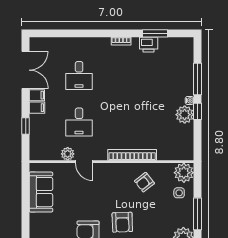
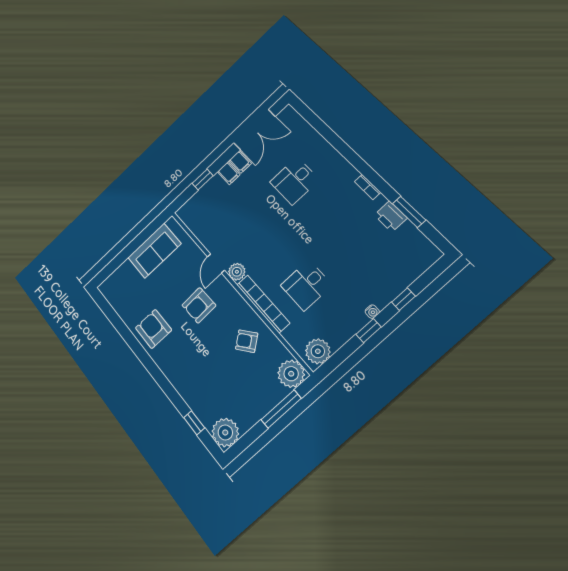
window: (197, 79) -> (403, 299), width x0.46
plant: (185, 115) -> (318, 351), moved
desk: (79, 122) -> (306, 285), moved
plant: (68, 154) -> (237, 272), moved
side table: (179, 193) -> (266, 387), removed
window: (197, 214) -> (281, 409), moved
armchair: (122, 222) -> (199, 305), moved

